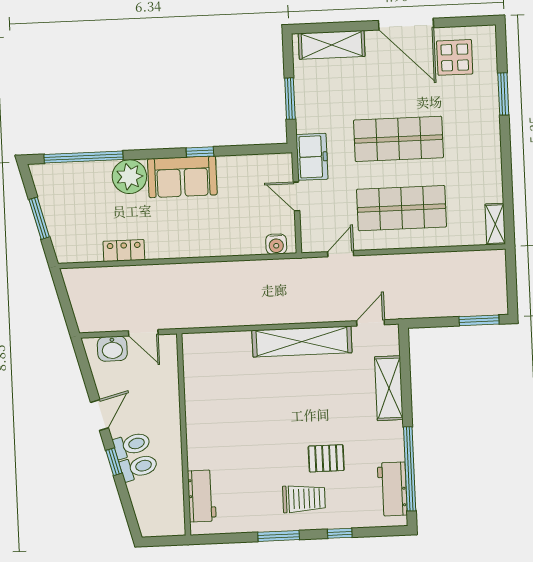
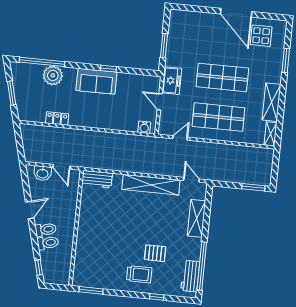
shelving: (332, 45) -> (271, 102), moved, turned 90
plant: (129, 177) -> (53, 75), moved
door: (371, 323) -> (191, 180), hinge flipped
window: (114, 462) -> (39, 267), moved
workbench: (202, 496) -> (97, 179), moved, turned 90
window: (279, 536) -> (91, 290), moved

